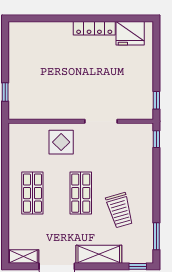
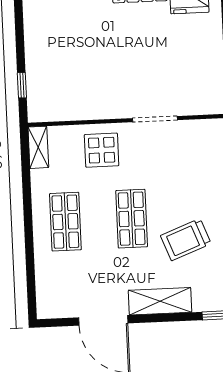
trolley: (120, 210) -> (186, 240), turned 85
shelving: (23, 257) -> (38, 147), moved, turned 90

